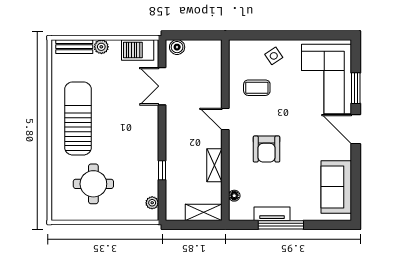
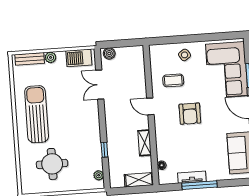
armchair: (267, 149) -> (190, 114), moved

